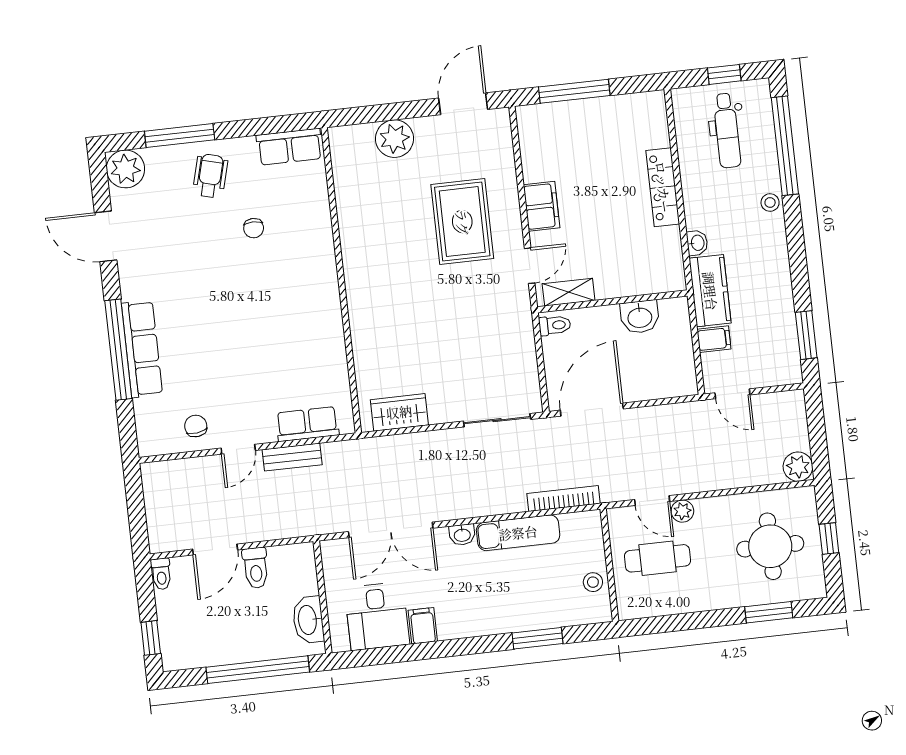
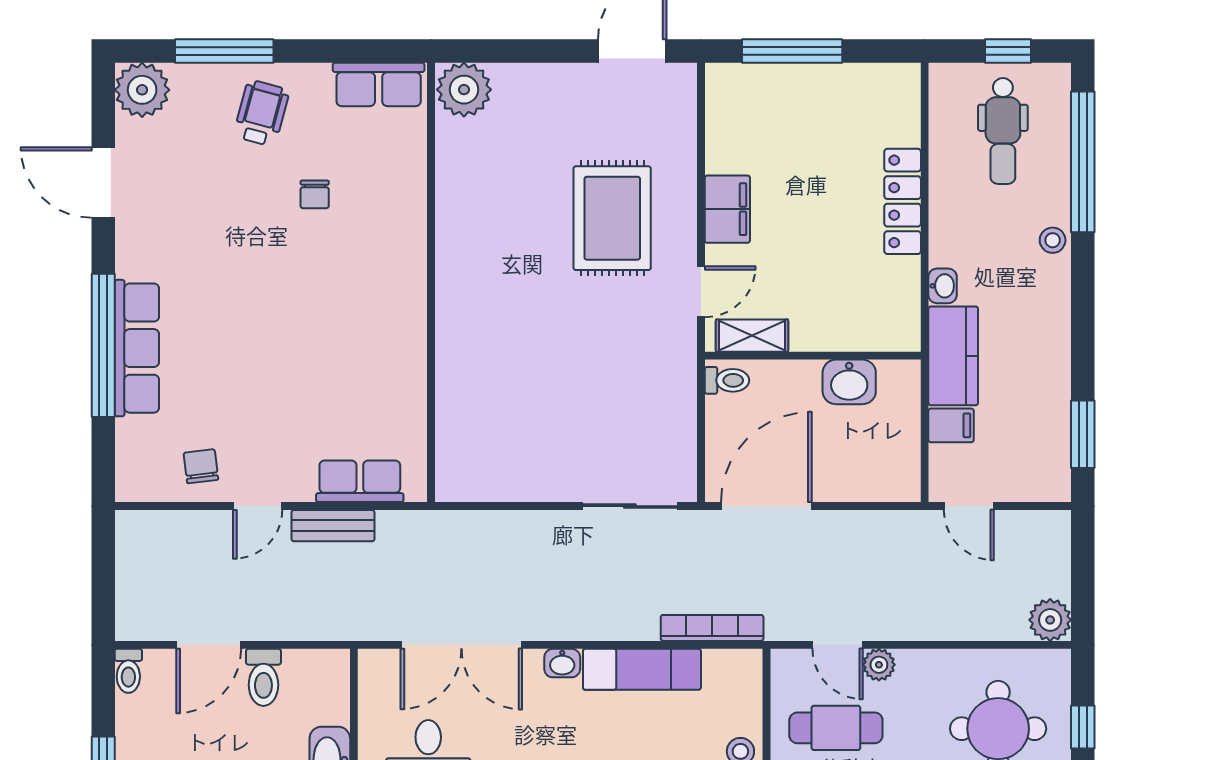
plant: (394, 139) -> (464, 90), moved
wardrobe: (399, 412) -> (492, 479), removed

